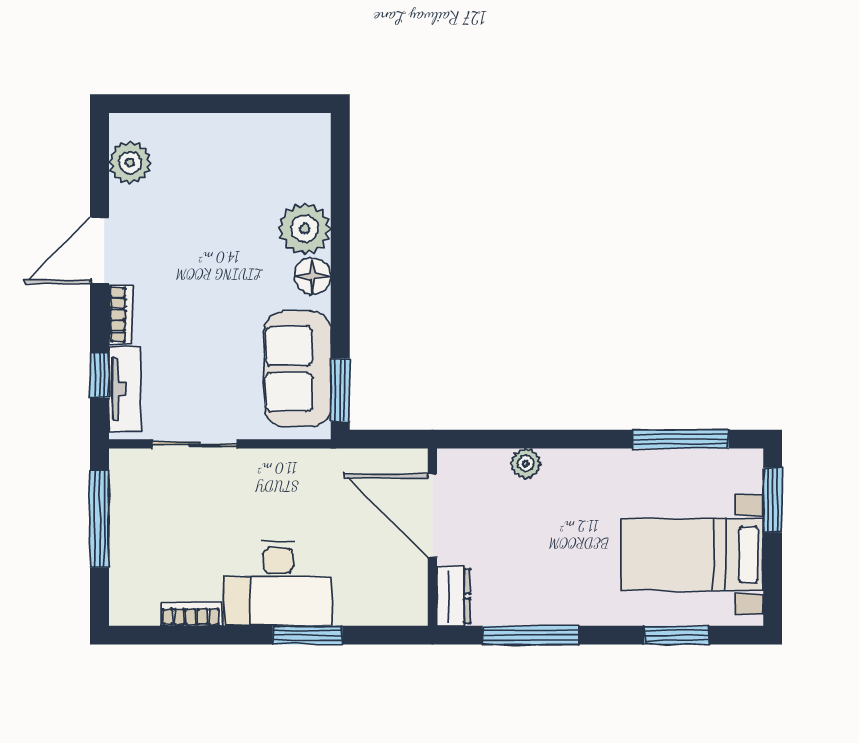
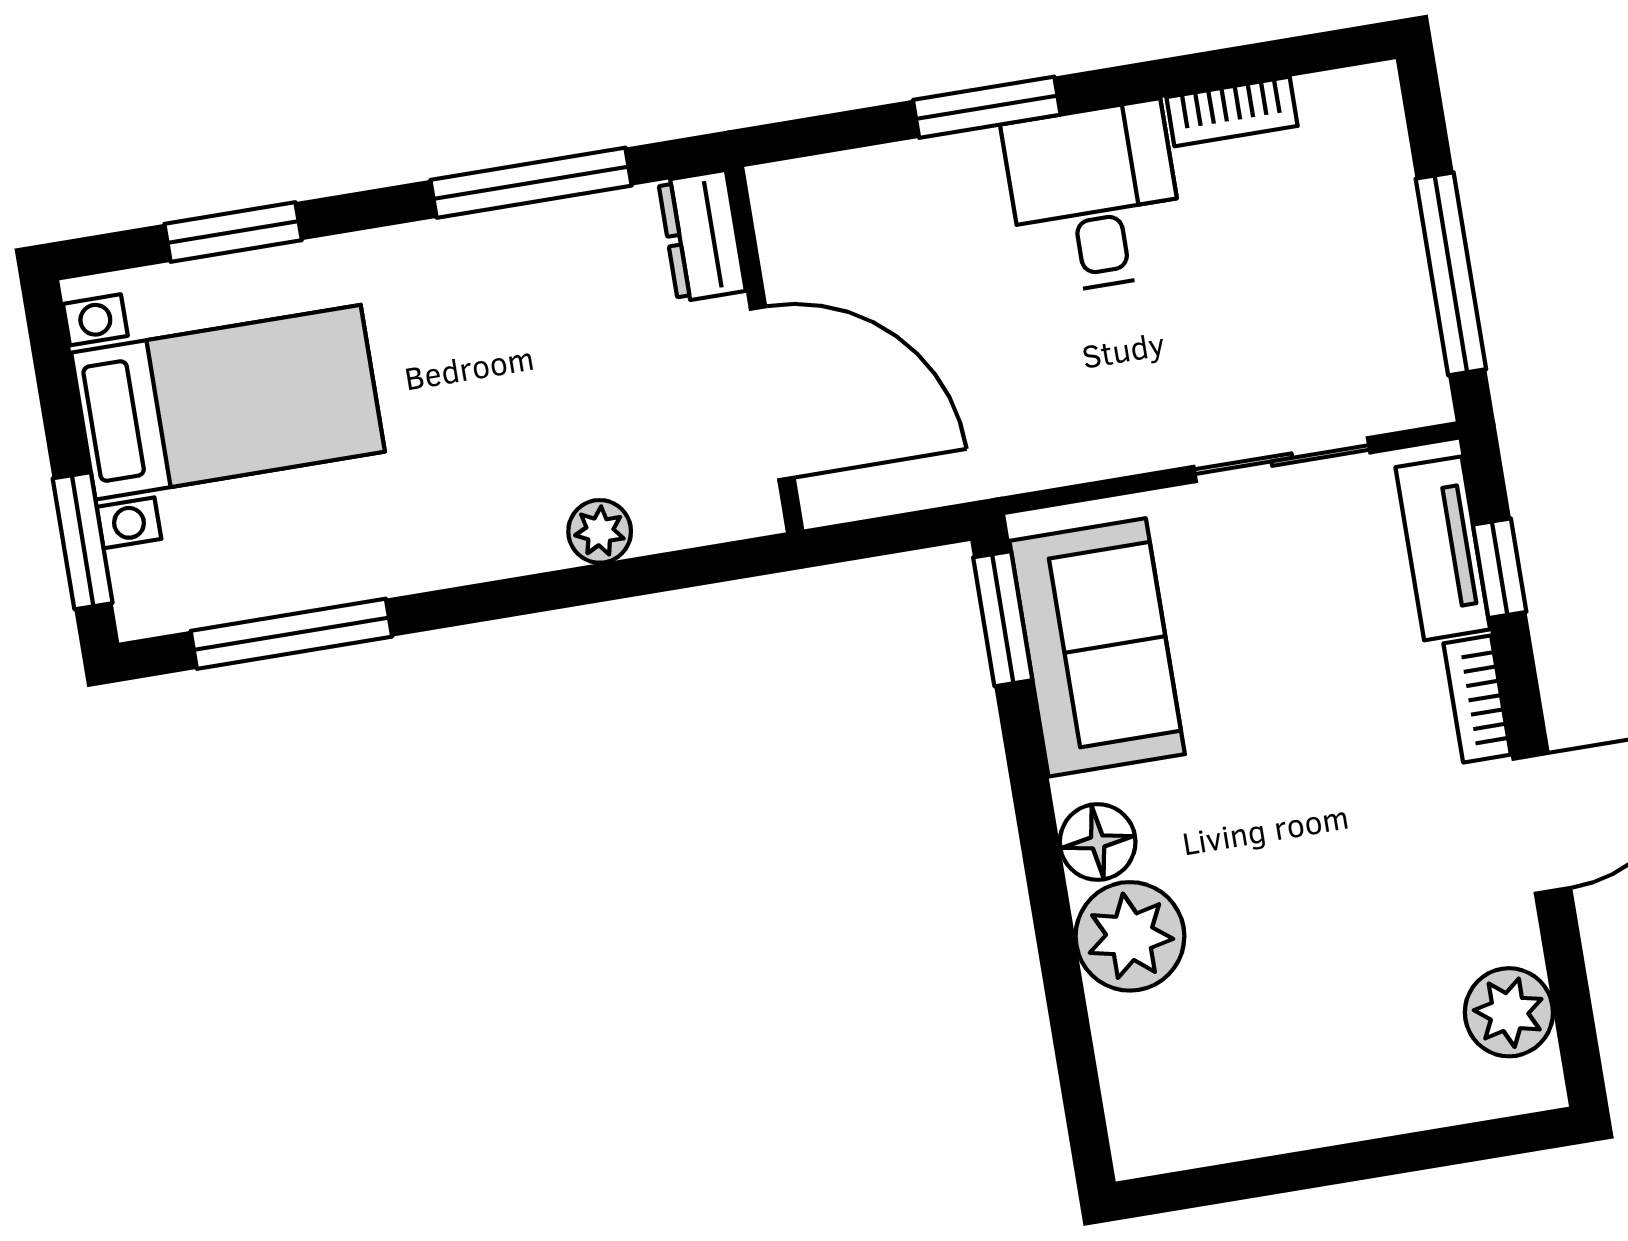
desk: (278, 584) -> (1094, 198), width x0.73

